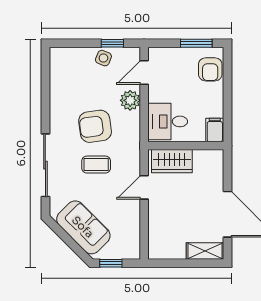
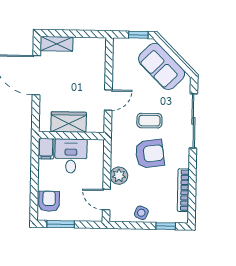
window: (112, 43) -> (166, 226), moved
door: (144, 72) -> (106, 200), swing flipped
bookcase: (56, 85) -> (183, 190), added
desk: (168, 121) -> (71, 156), moved, turned -90
wardrobe: (172, 161) -> (69, 122), moved

